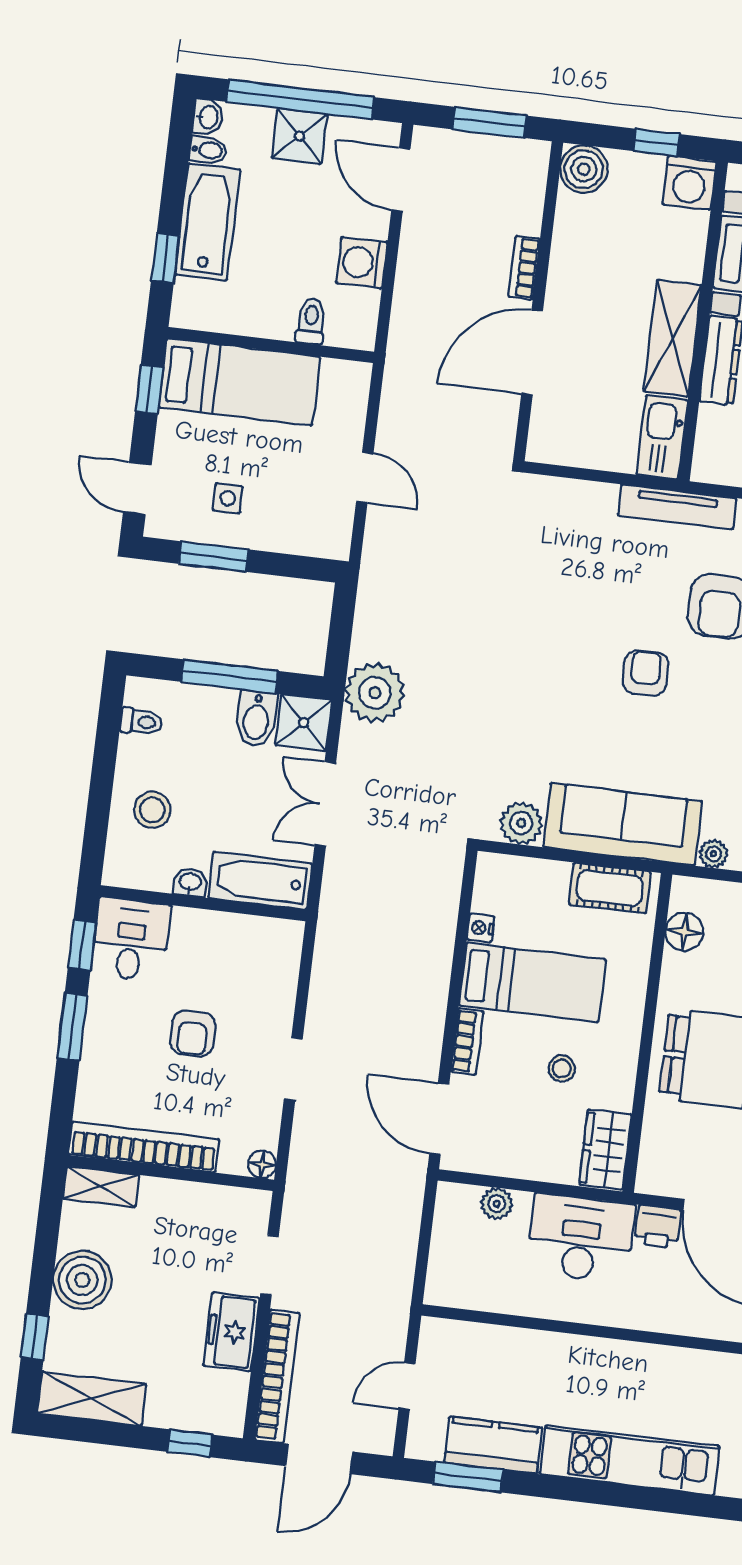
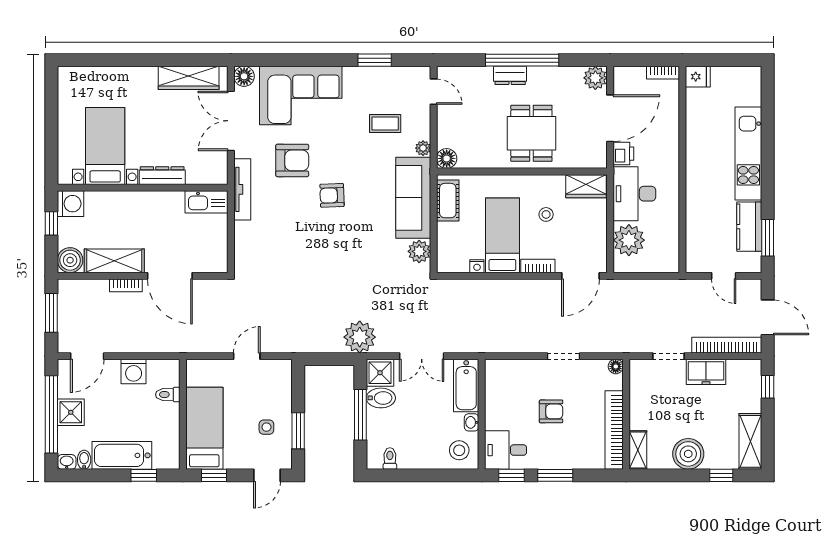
shelving: (673, 338) -> (114, 261), moved
stool: (152, 810) -> (459, 450), moved
floor lamp: (684, 932) -> (447, 158), moved
plant: (497, 1204) -> (629, 240), width x1.87, depth x1.87

